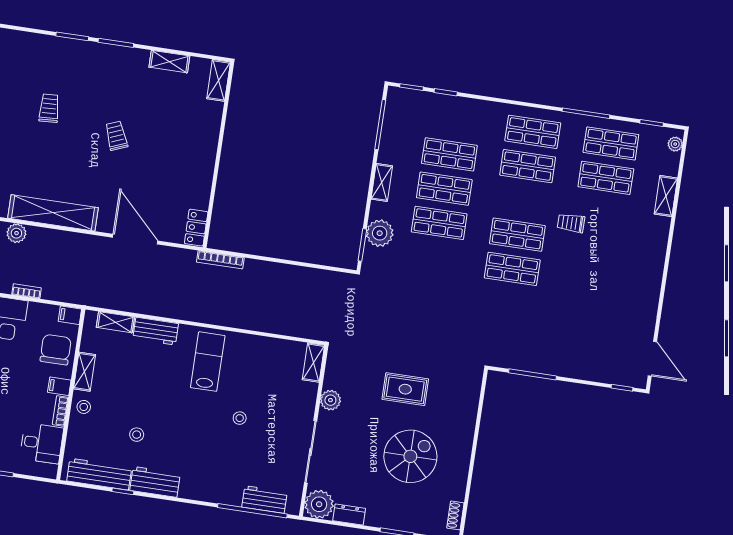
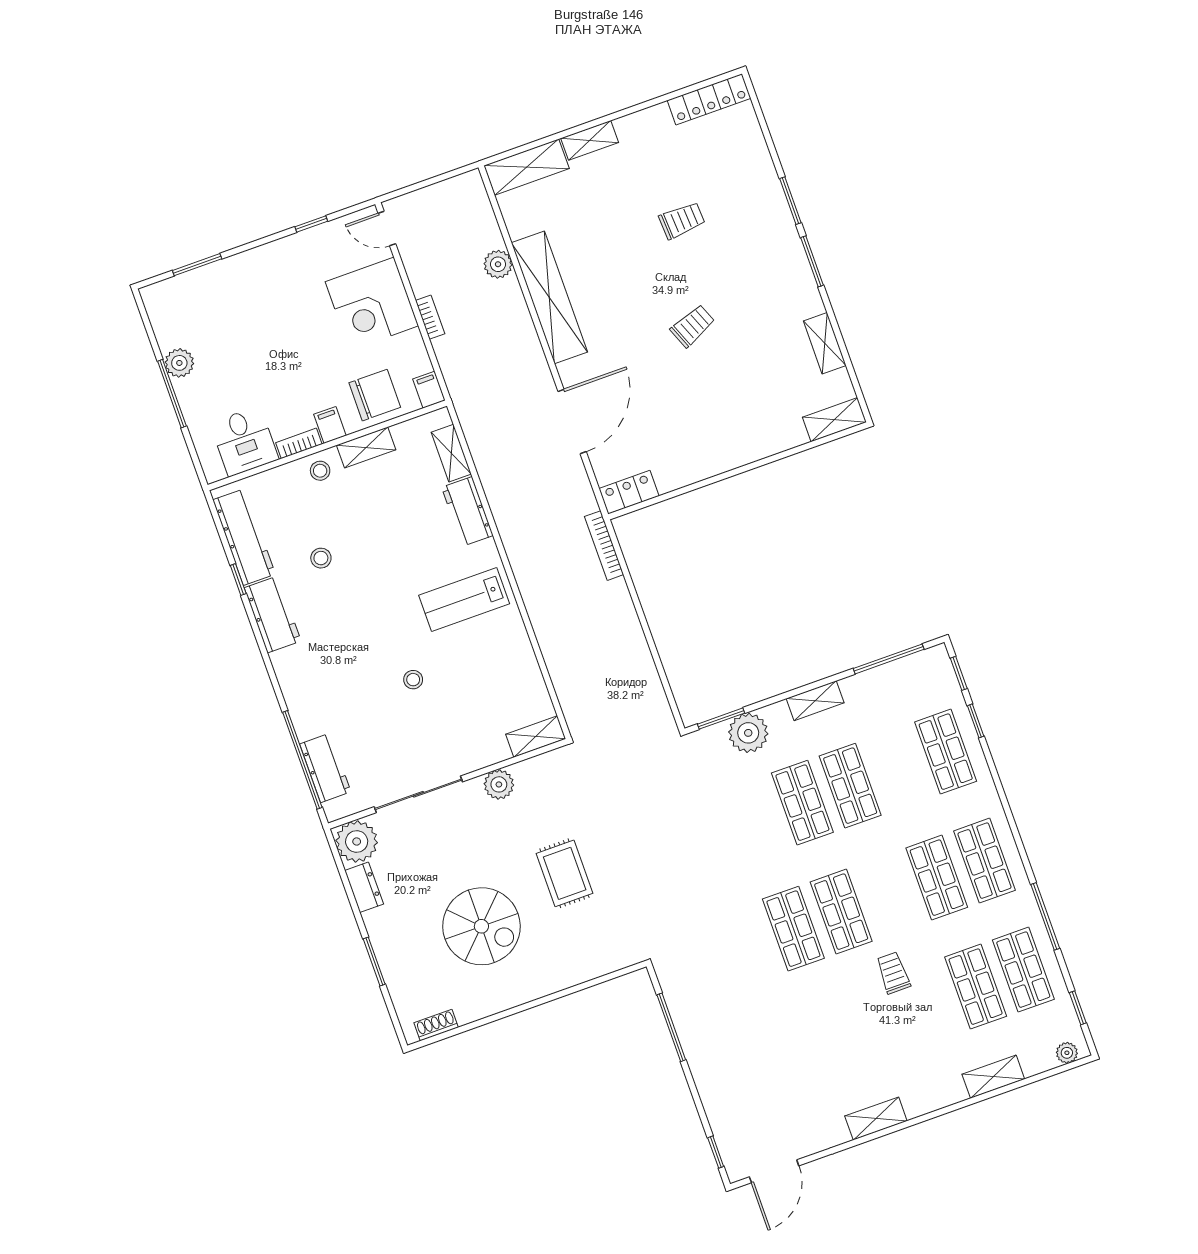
shop shelf: (449, 154) -> (946, 752), moved
shelving: (653, 280) -> (876, 1119), added
lab bench: (208, 362) -> (464, 599), turned 180

